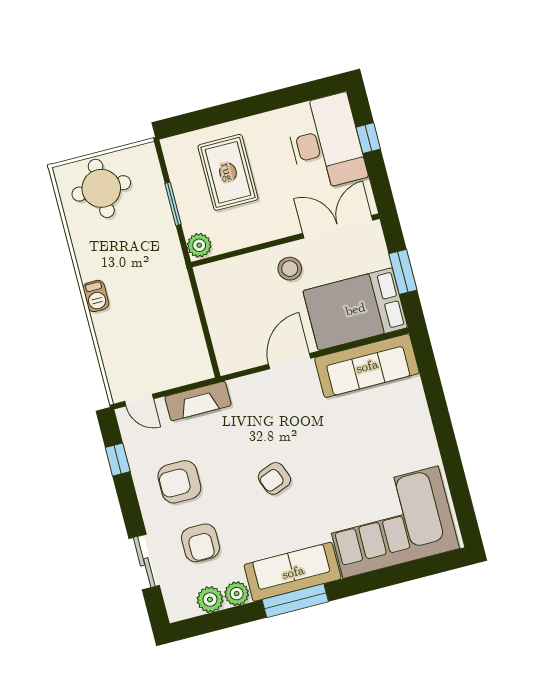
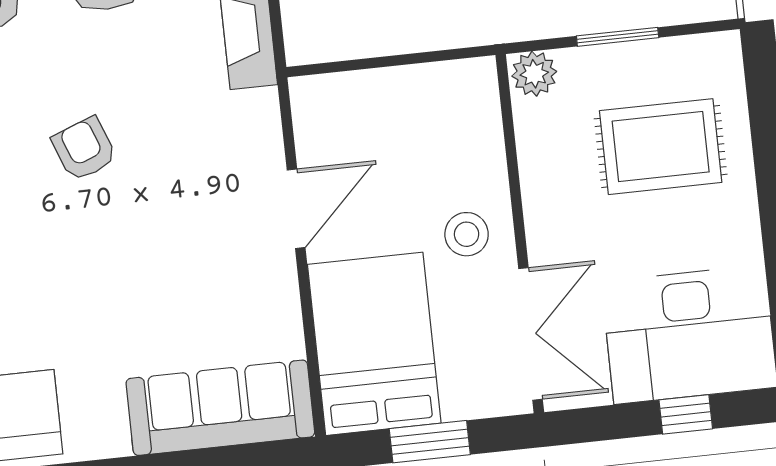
door: (290, 361) -> (296, 209), hinge flipped
sofa: (367, 366) -> (220, 408), moved, turned 90

